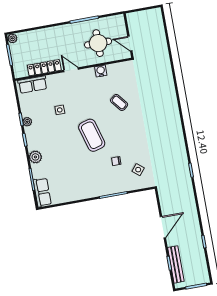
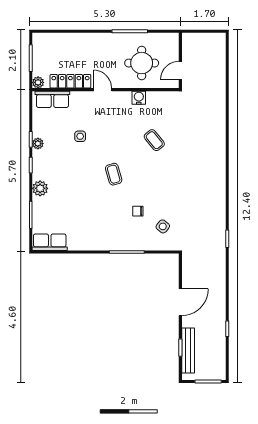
plant: (12, 38) -> (38, 82), moved
door: (130, 44) -> (180, 71), hinge flipped
coffee table: (92, 135) -> (114, 174), width x0.54, depth x0.58
row of seats: (42, 192) -> (50, 242), moved, turned -90

